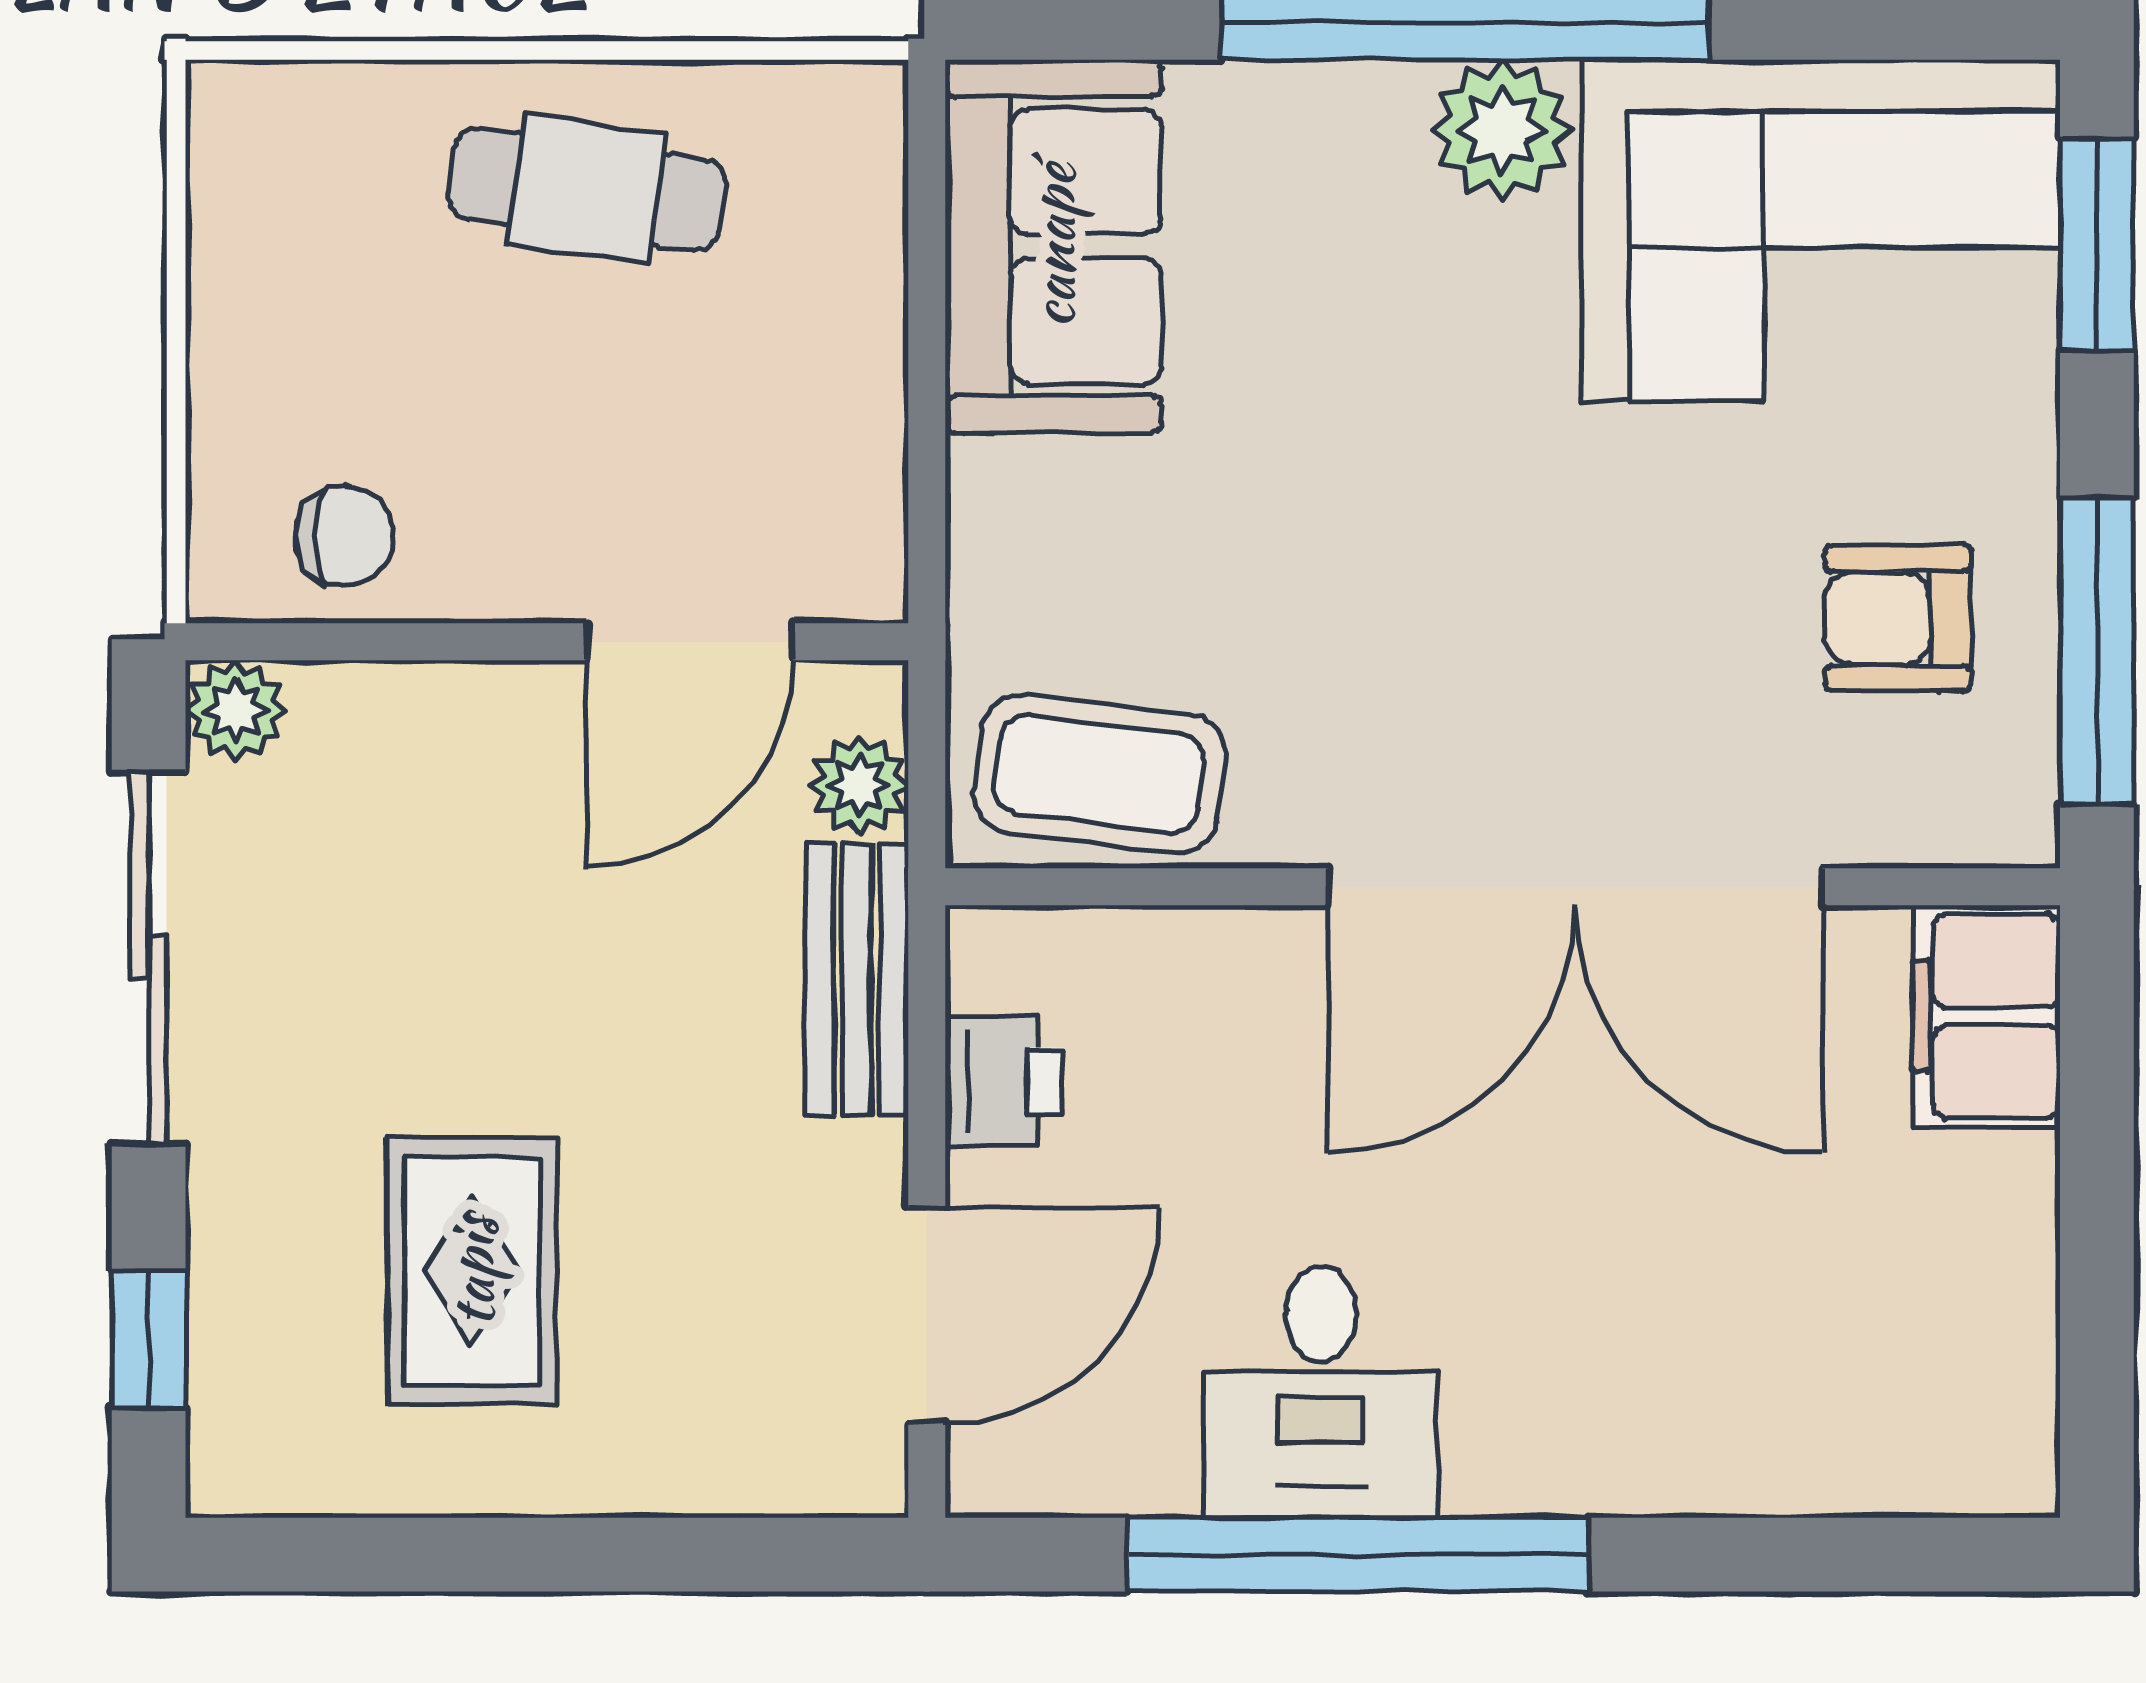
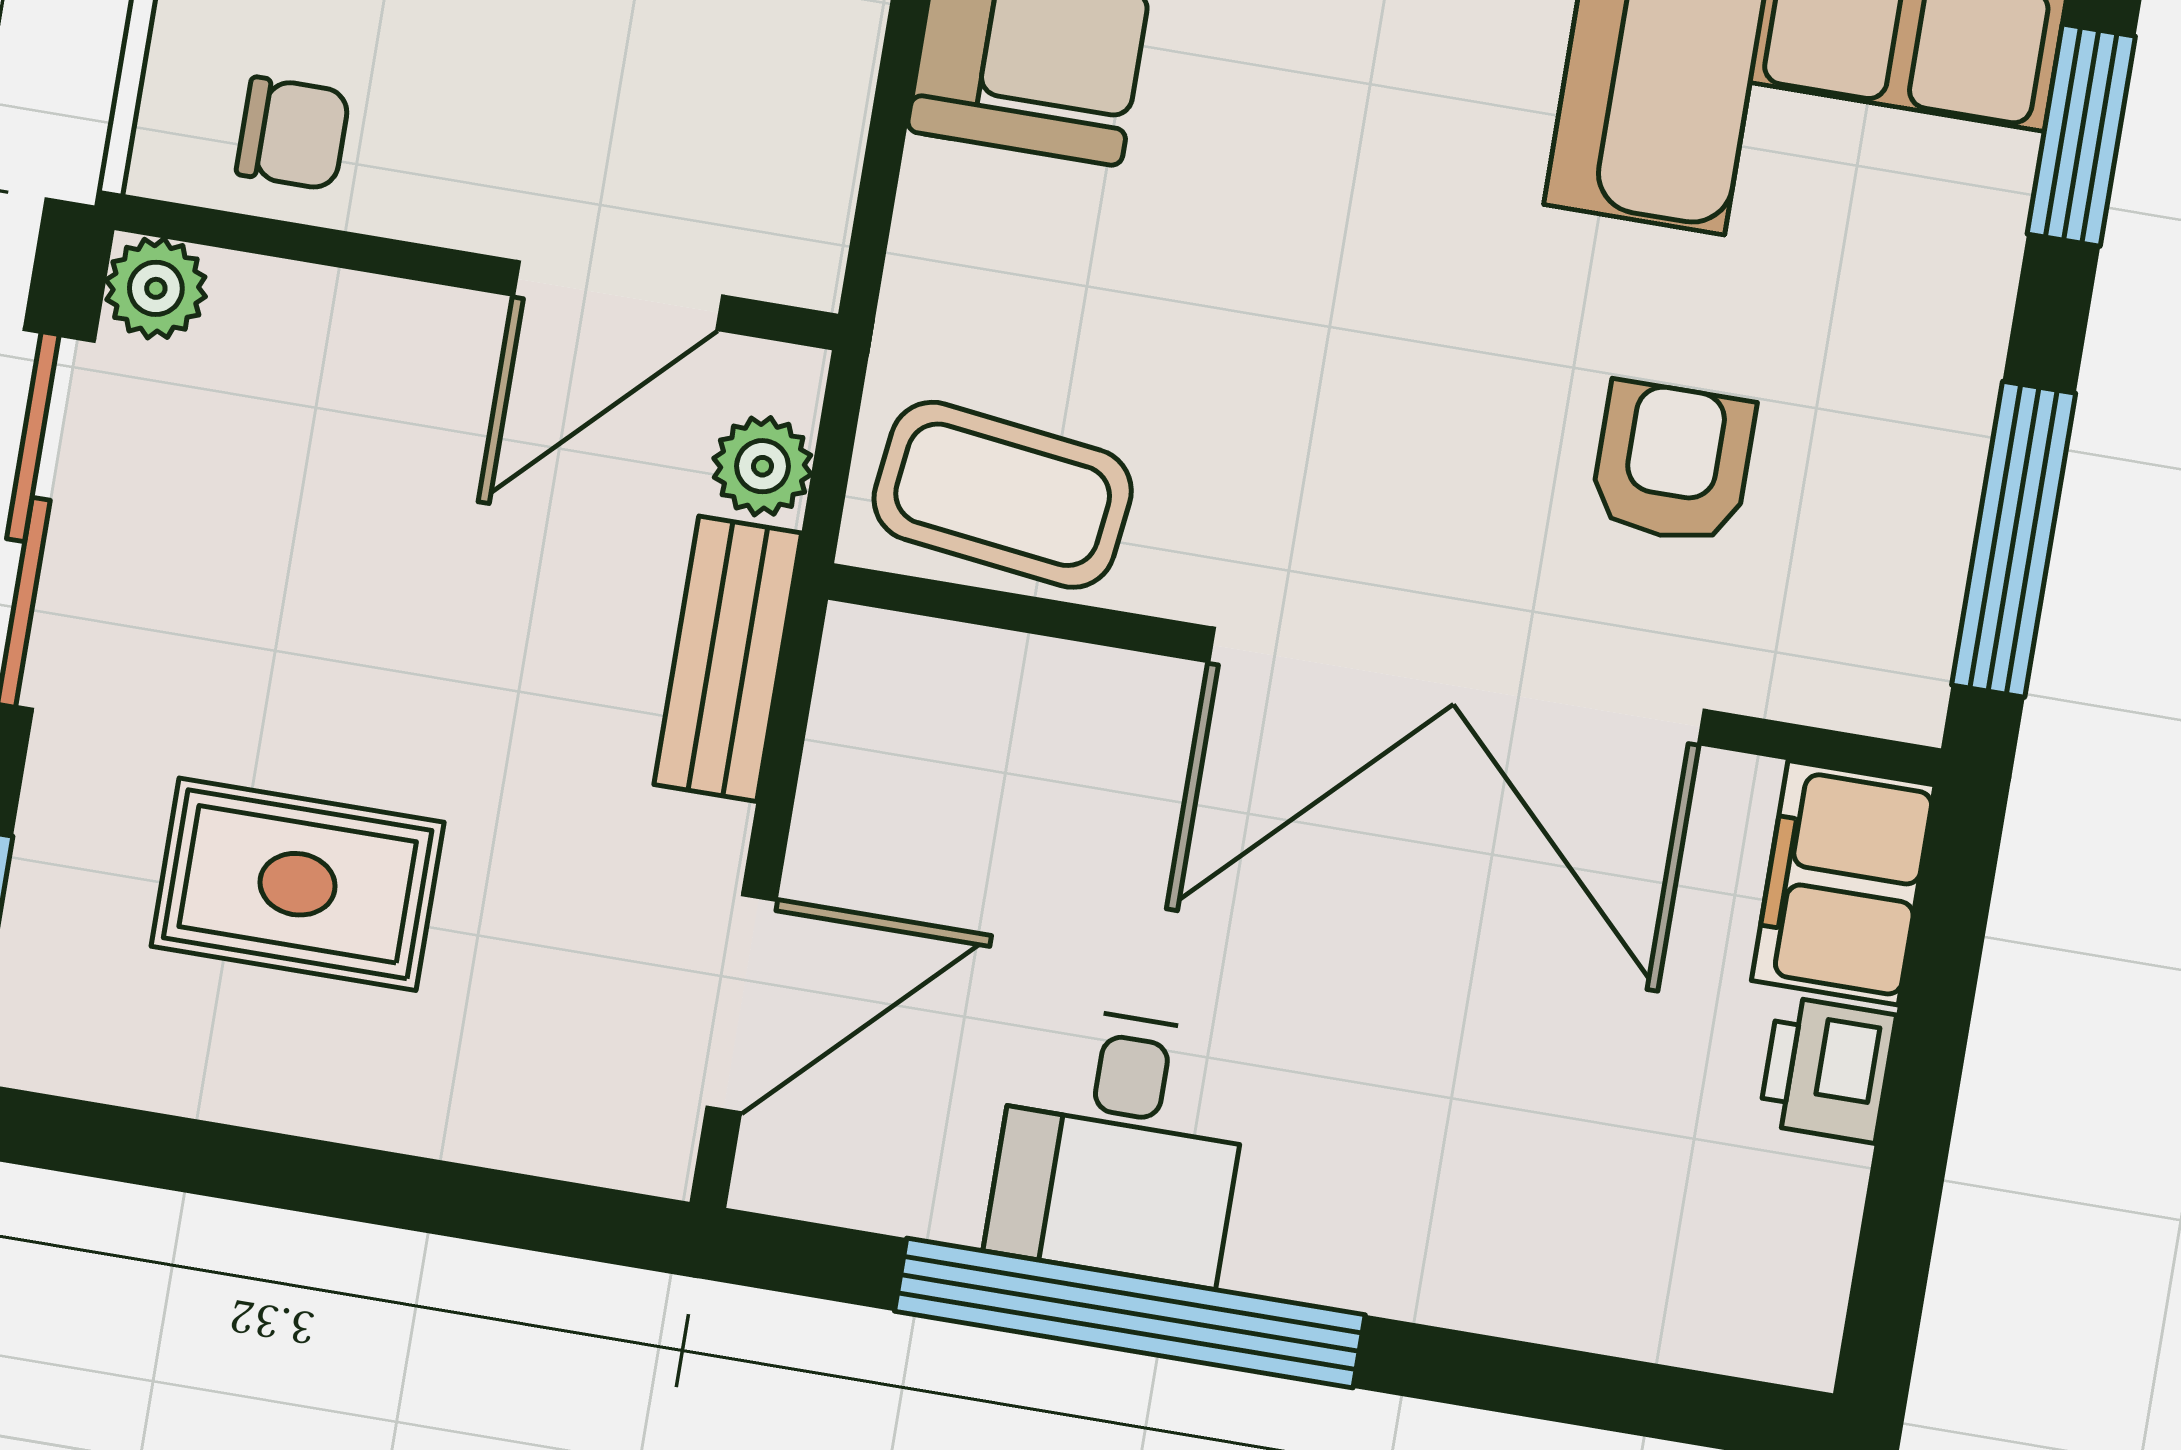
armchair: (1898, 618) -> (1673, 463), moved, turned 90
printer: (1004, 1081) -> (1827, 1069), moved, turned 180
rug: (472, 1271) -> (298, 884), turned 90

